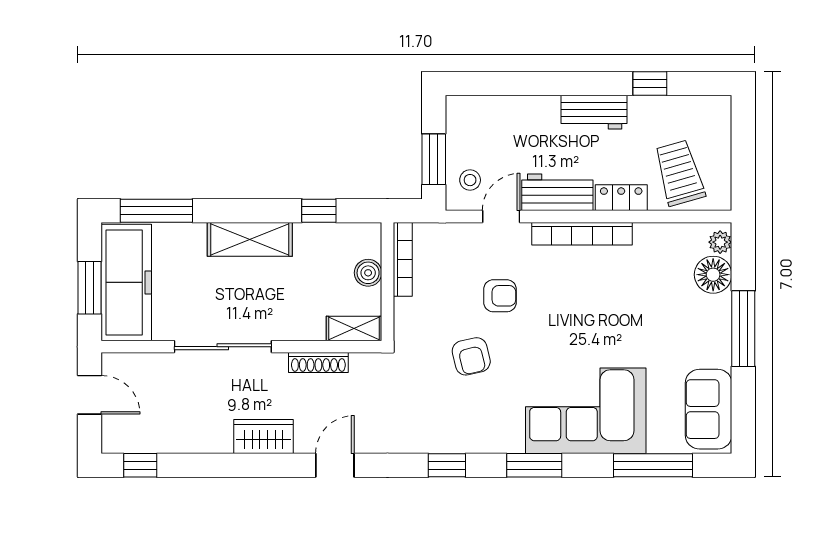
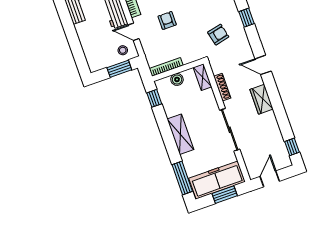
window: (319, 211) -> (154, 98), moved
armchair: (471, 356) -> (218, 35), moved

